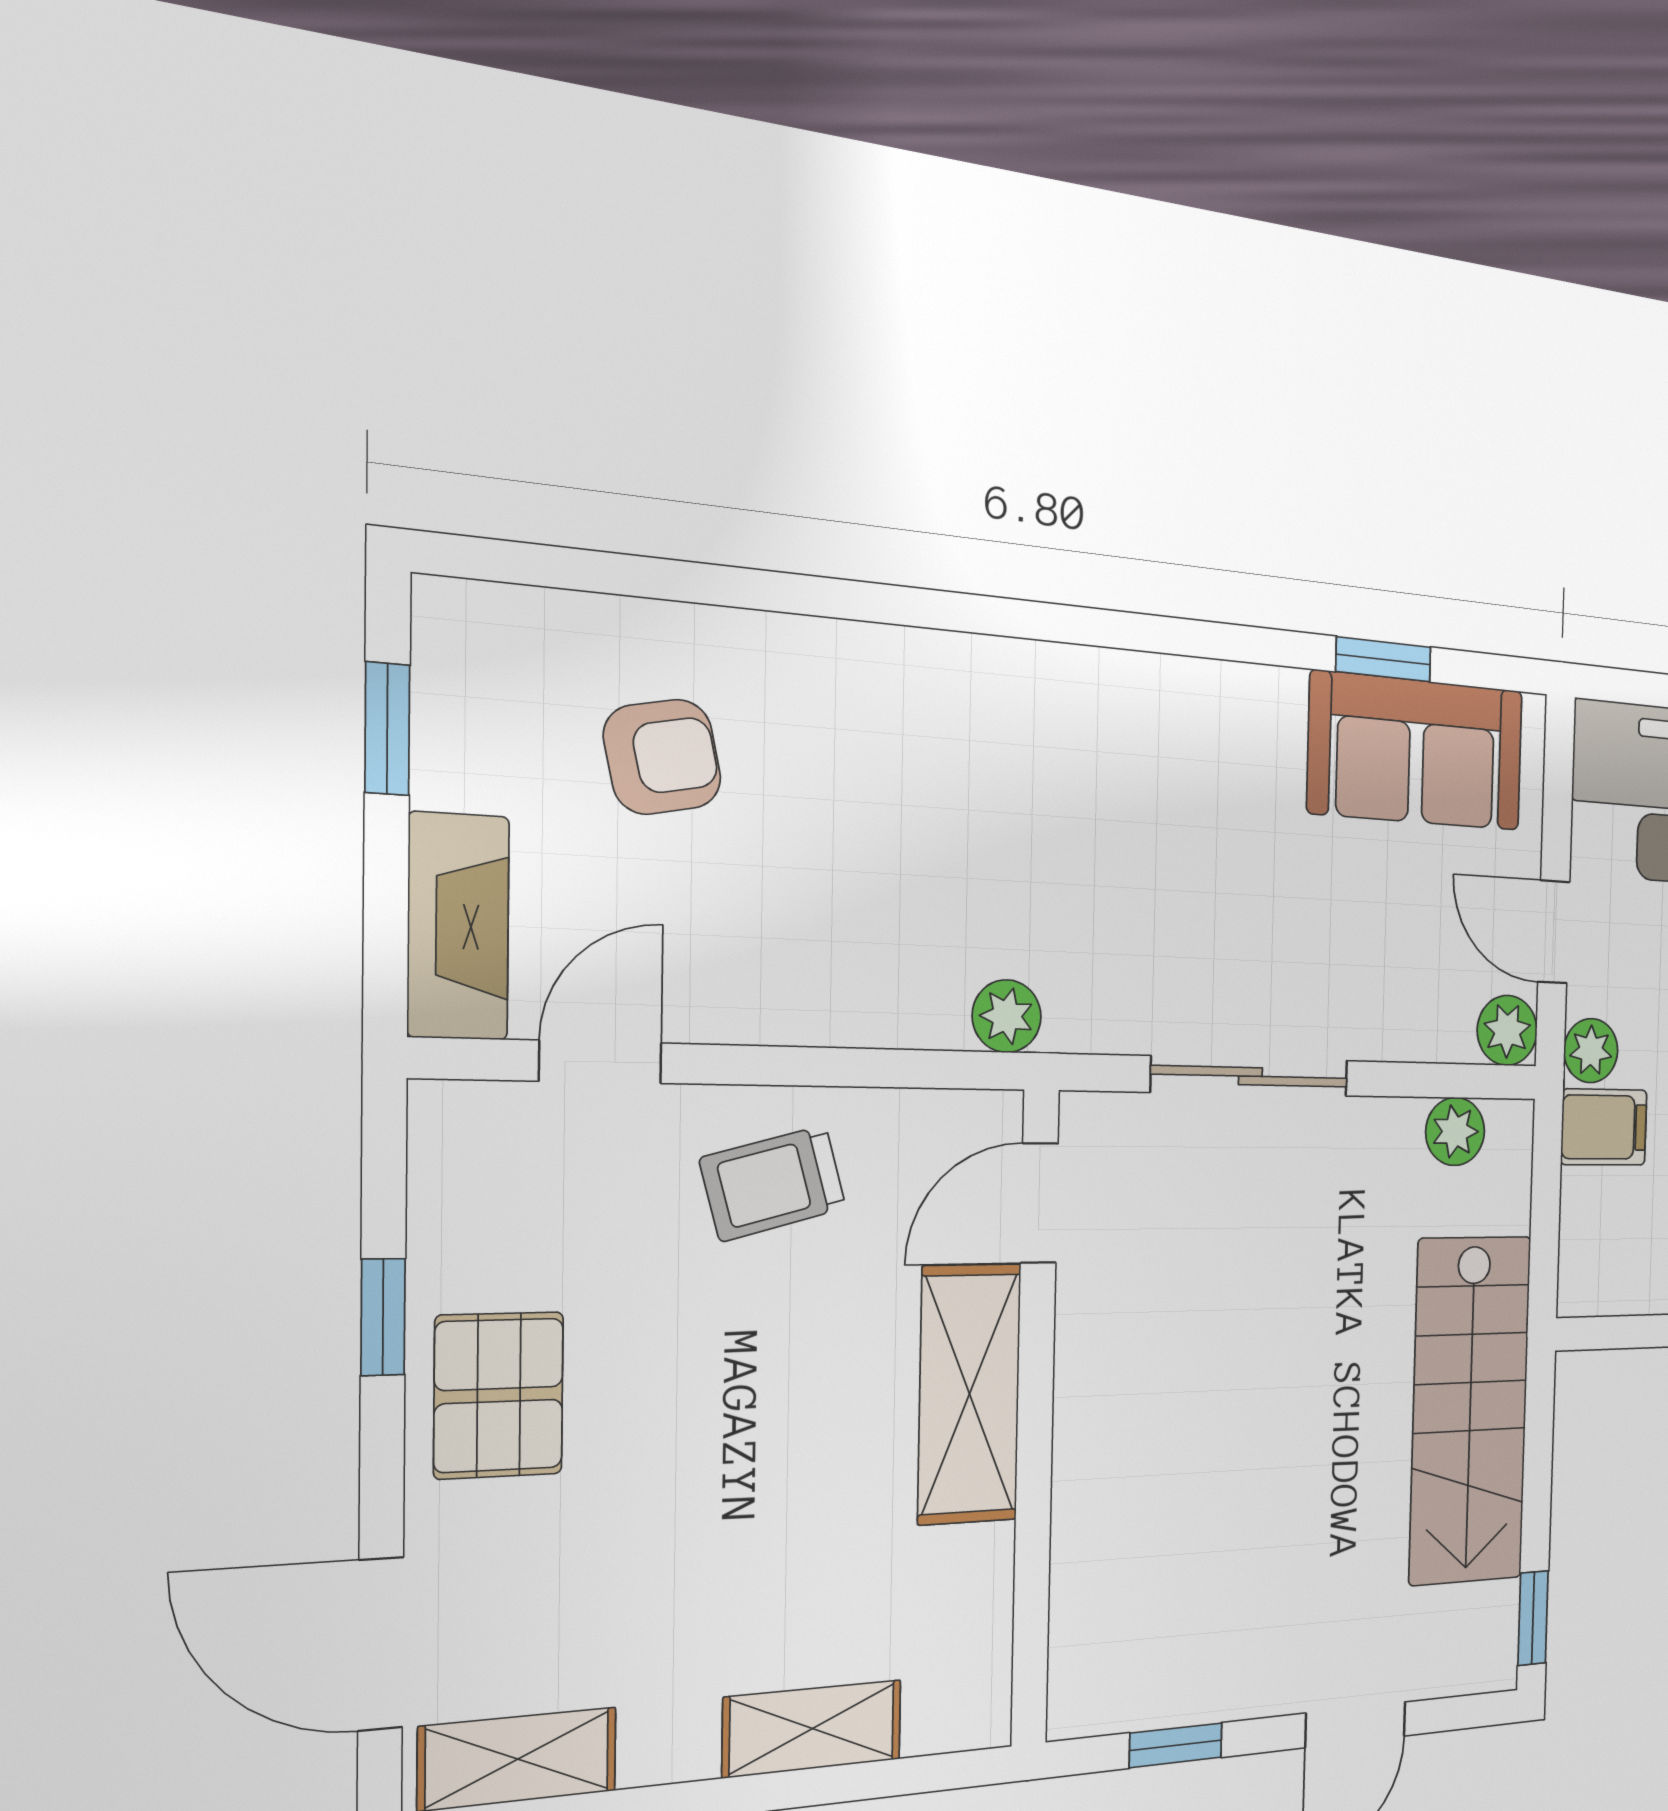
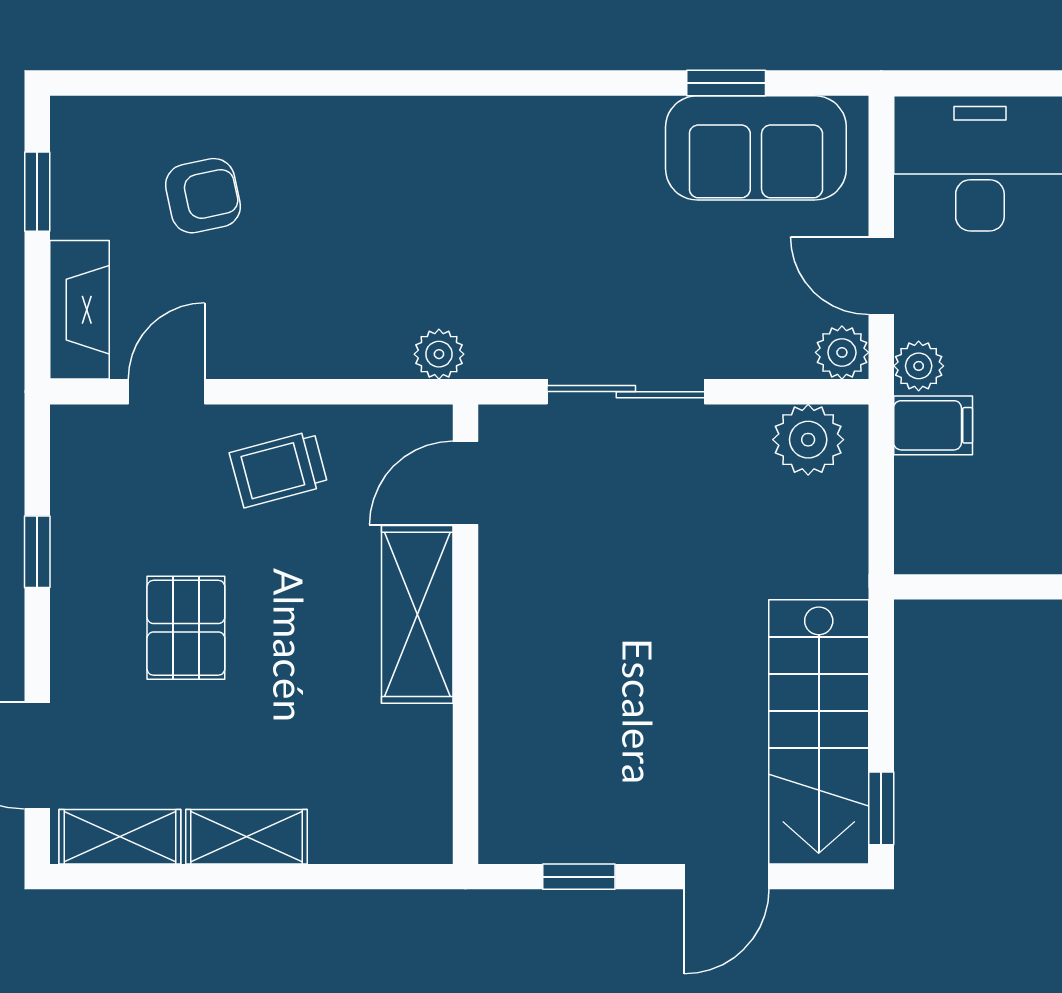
plant: (1455, 1131) -> (808, 440), width x1.38, depth x1.38
pallet: (499, 1395) -> (186, 628), moved
stairs: (1470, 1410) -> (819, 732), moved
shelving: (812, 1729) -> (246, 837), moved

